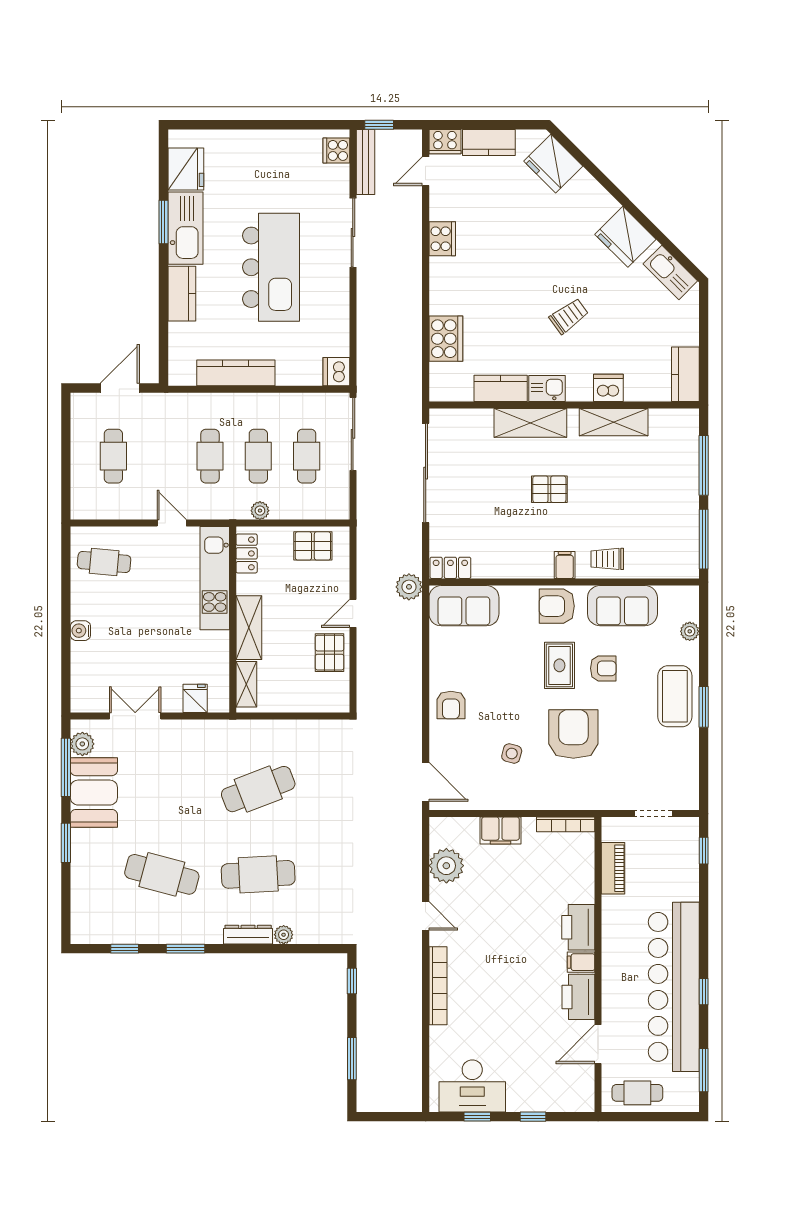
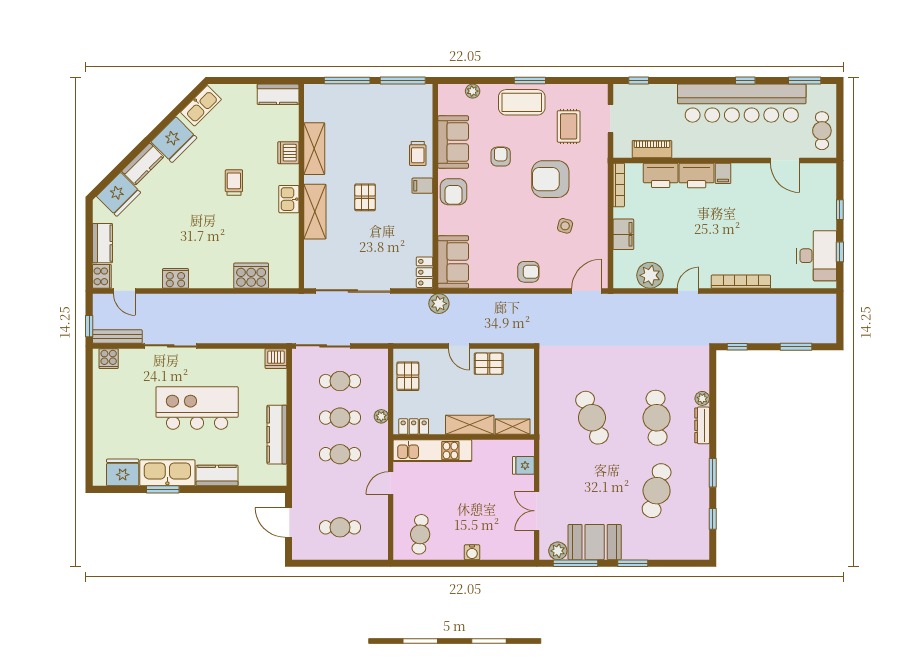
trolley: (569, 316) -> (234, 183), turned 36
kitchen counter: (501, 388) -> (143, 164), moved, turned -135
rug: (559, 665) -> (569, 126), moved, turned 90
printer: (578, 997) -> (661, 175), moved

